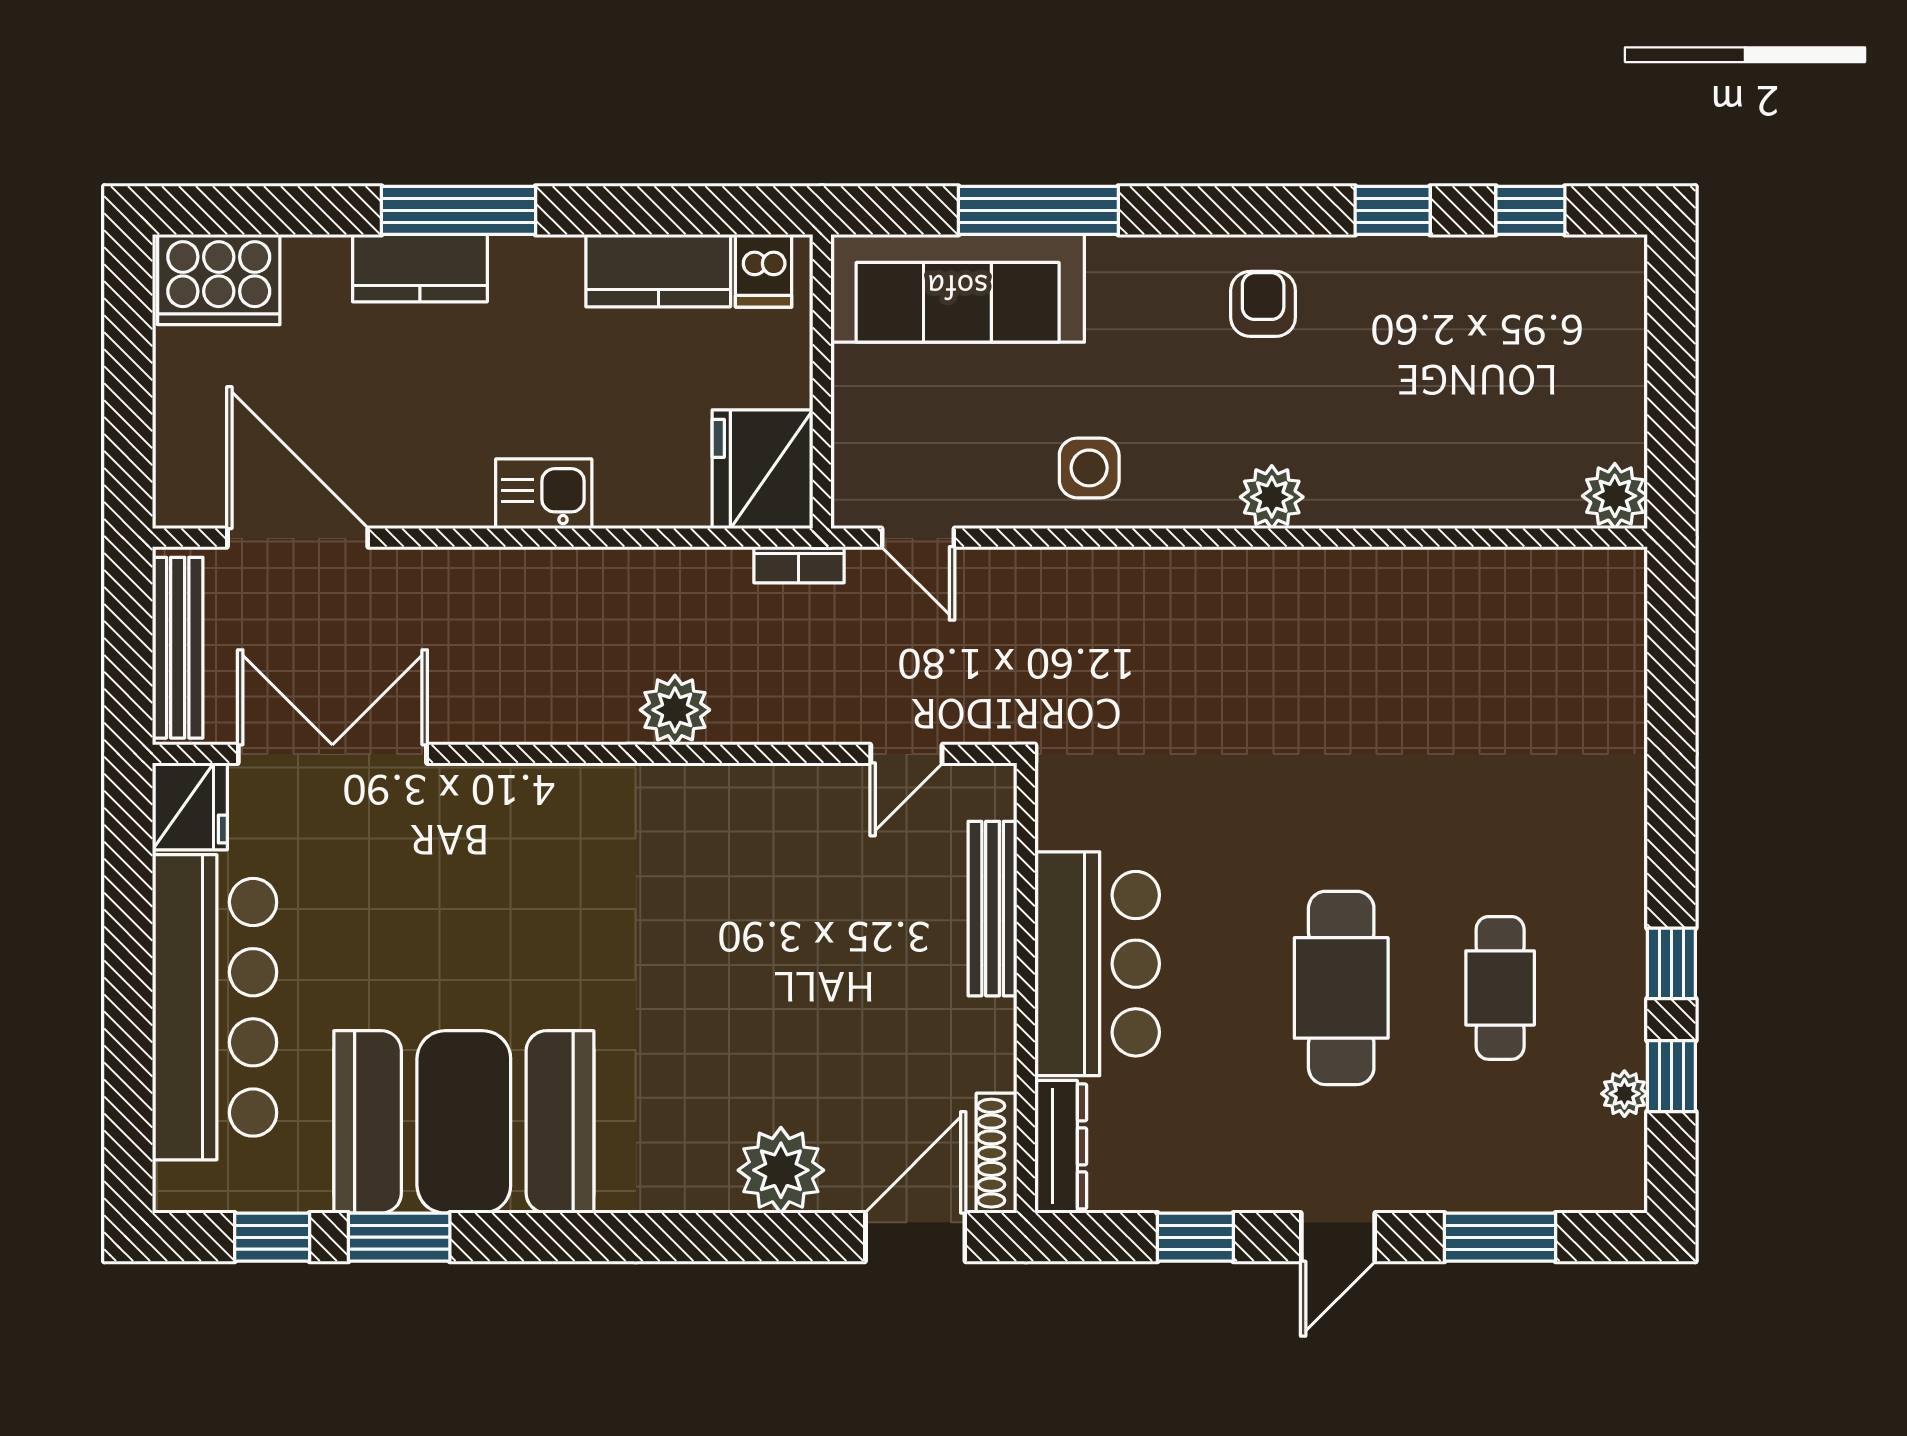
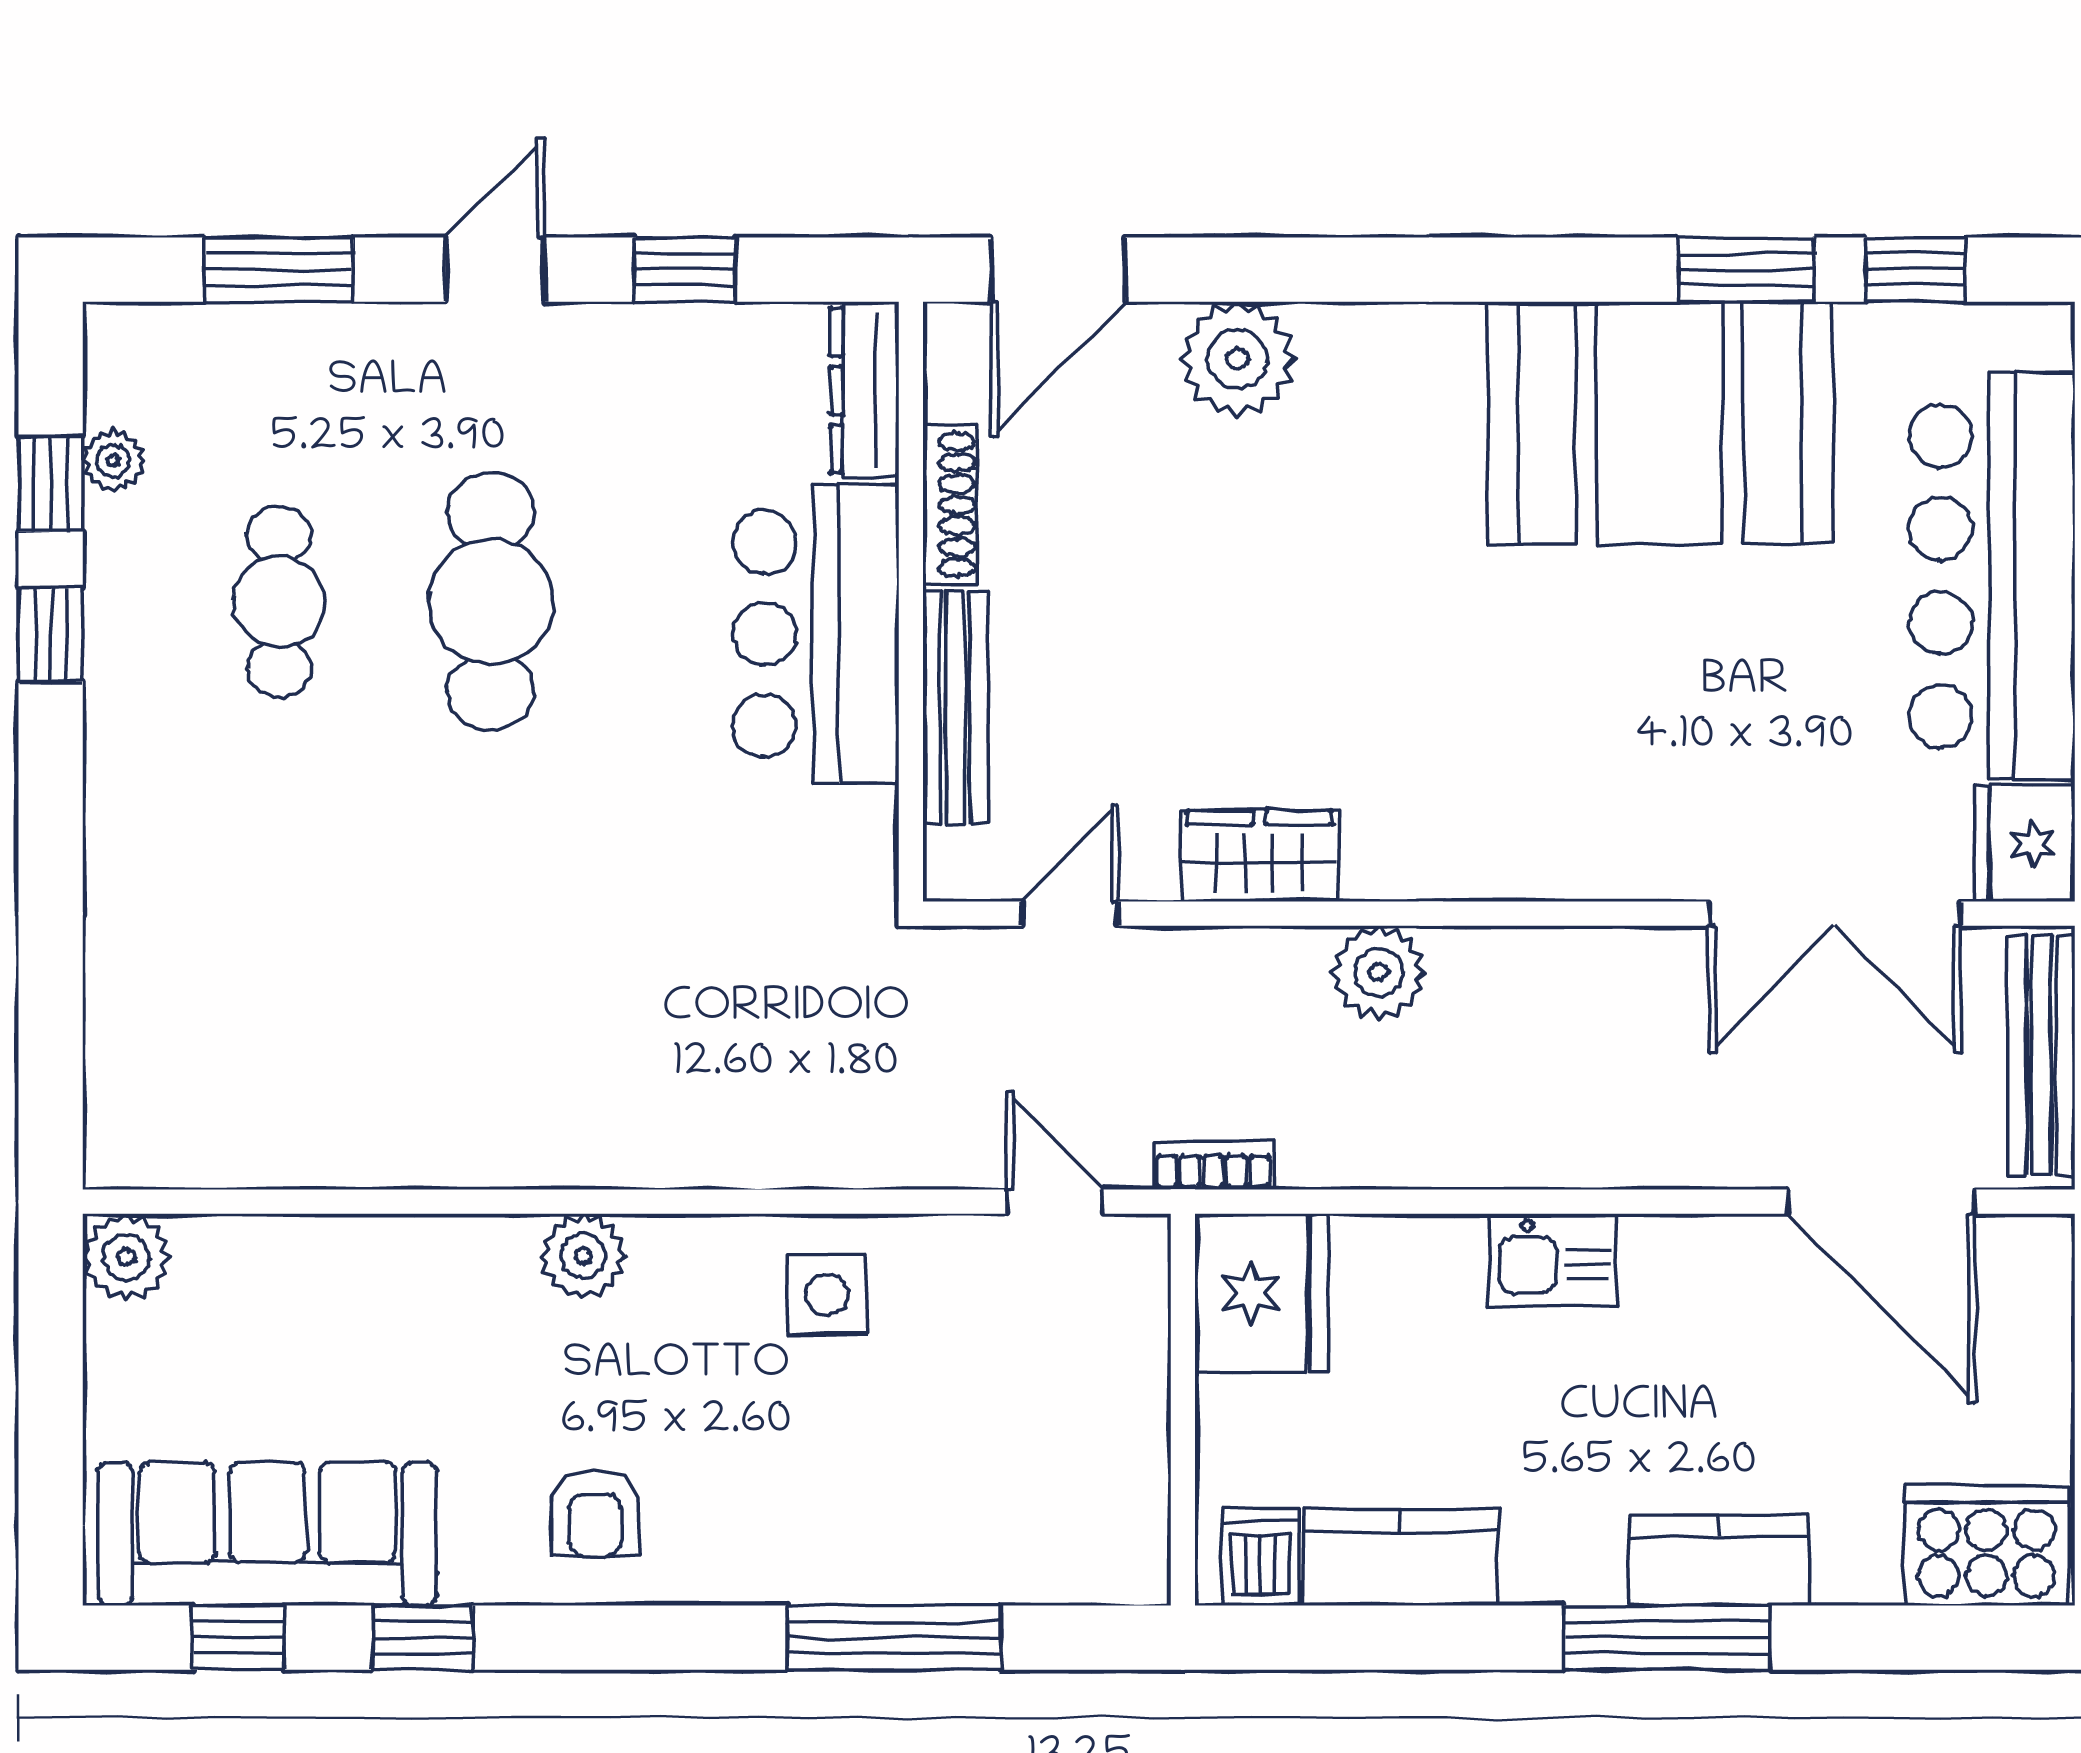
sofa: (958, 288) -> (267, 1534), moved
wardrobe: (764, 797) -> (1259, 856), added
shoe rack: (997, 1153) -> (950, 505), moved

